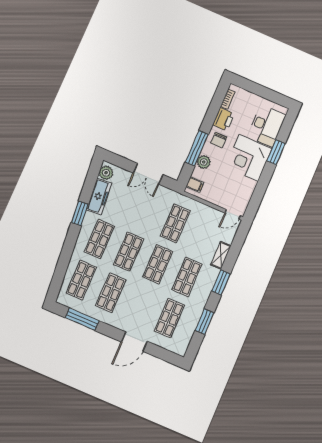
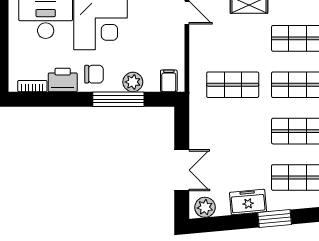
double door: (148, 174) -> (182, 170), moved
freezer: (99, 197) -> (248, 202), width x0.71

